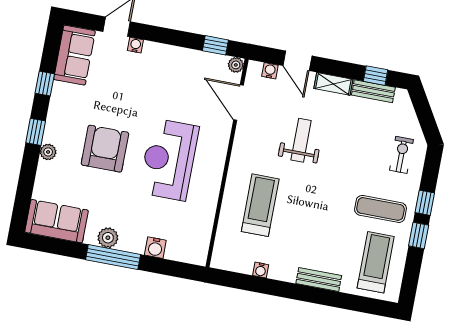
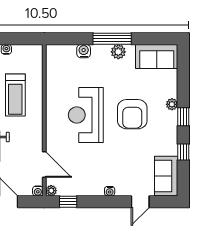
water cooler: (135, 45) -> (110, 191), moved
water cooler: (270, 71) -> (38, 191), moved
reception desk: (169, 160) -> (86, 115), turned 180

